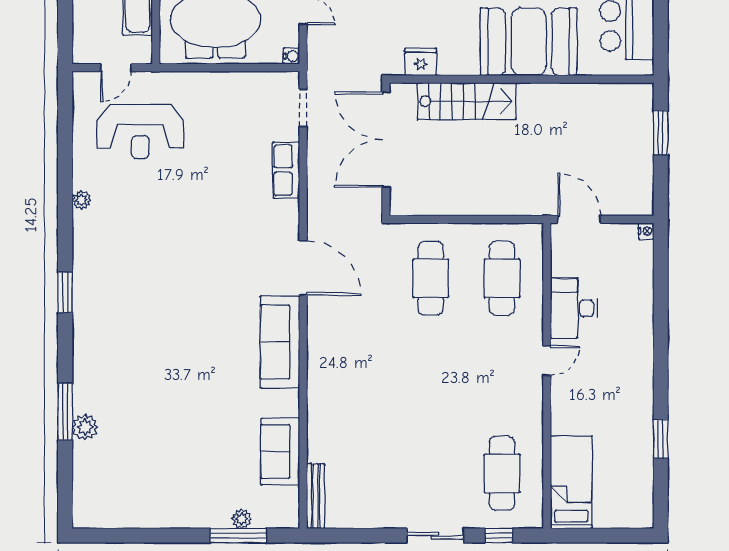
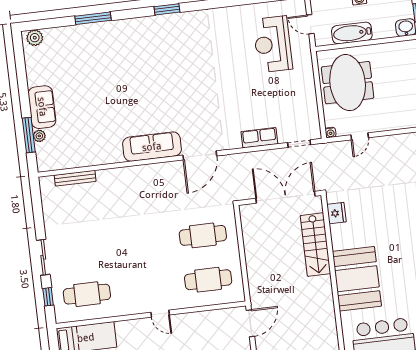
plant: (81, 200) -> (225, 13), removed
desk: (574, 308) -> (195, 327), removed
plant: (85, 427) -> (35, 38), moved
sofa: (280, 451) -> (42, 107), moved, turned 90
bench: (316, 496) -> (75, 178), moved

